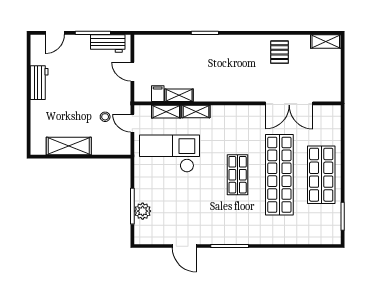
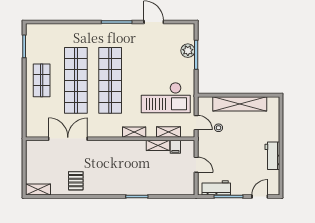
shelving: (196, 111) -> (134, 132), moved
shelving: (69, 146) -> (240, 104), width x1.47
shop shelf: (238, 175) -> (110, 80), width x2.00, depth x1.36
shop shelf: (321, 175) -> (42, 80), width x0.70, depth x0.74

